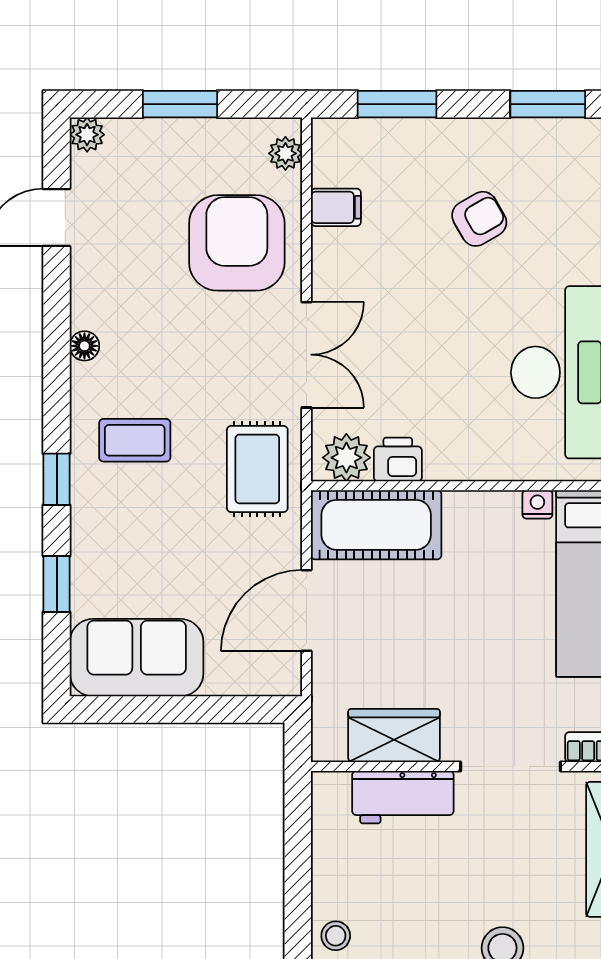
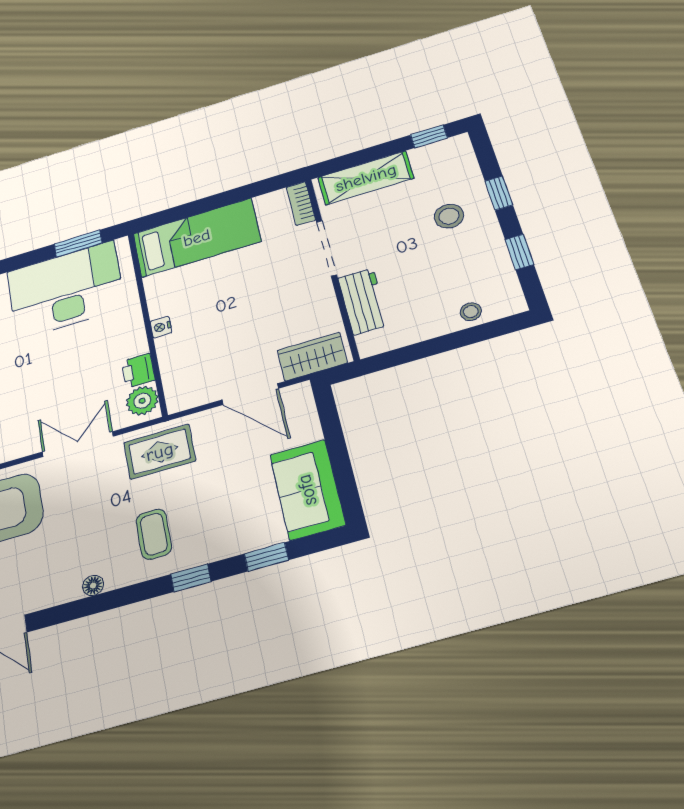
nightstand: (537, 504) -> (161, 327), moved
cot: (376, 525) -> (184, 370), removed
wardrobe: (394, 736) -> (312, 357), moved, turned 90

